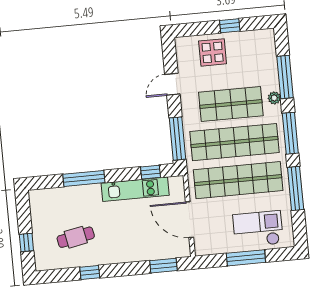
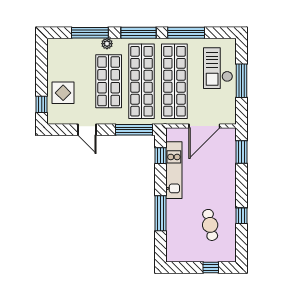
window: (230, 26) -> (42, 104), moved

